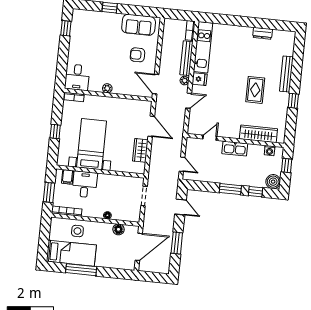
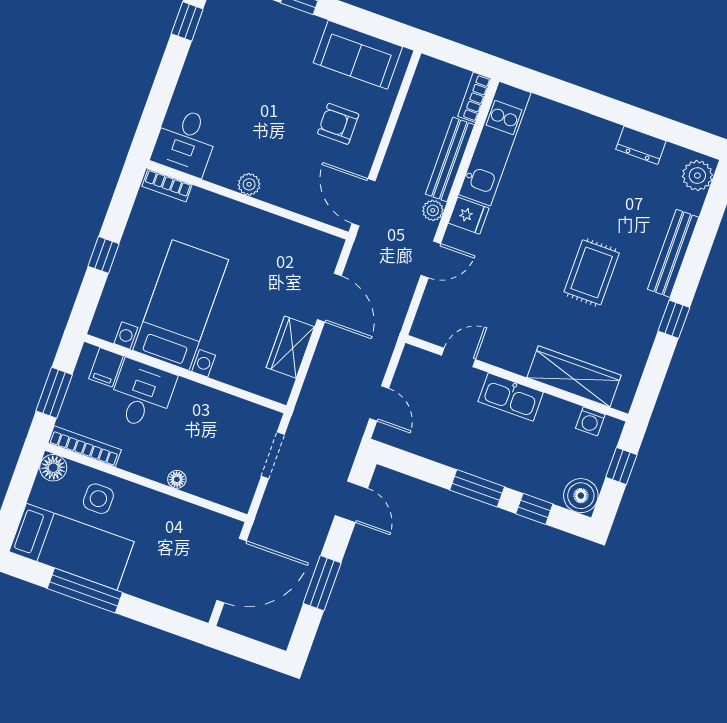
plant: (289, 40) -> (697, 176), added
floor lamp: (118, 229) -> (53, 468), moved

